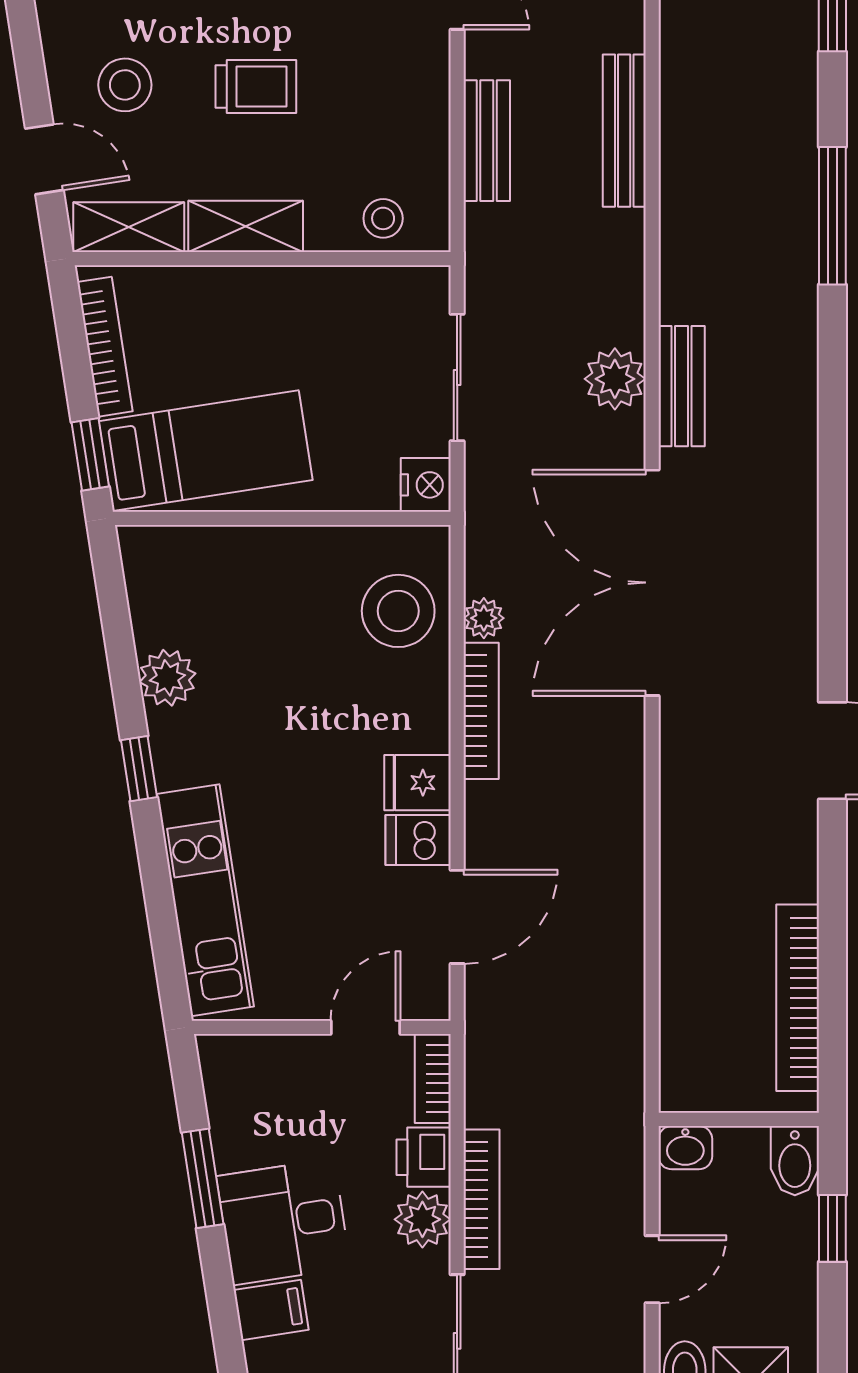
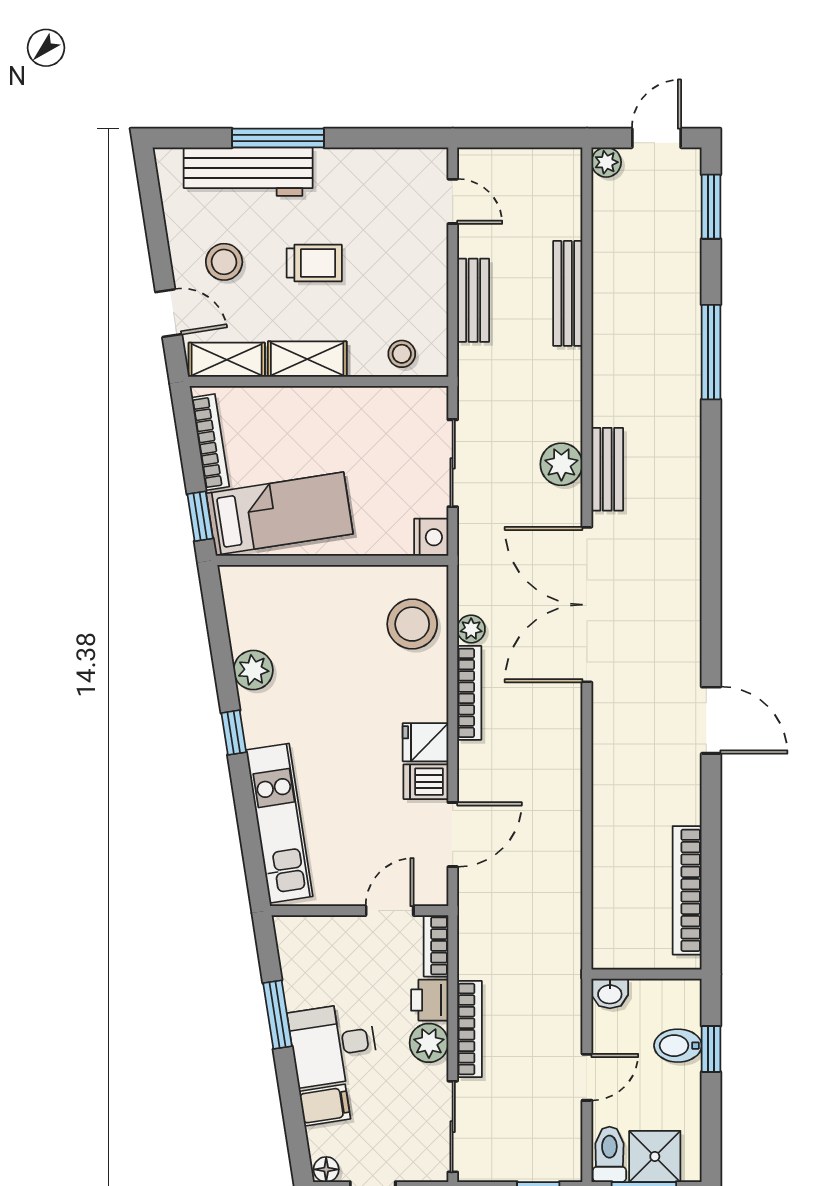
bidet: (795, 1161) -> (678, 1046), moved, turned 90

